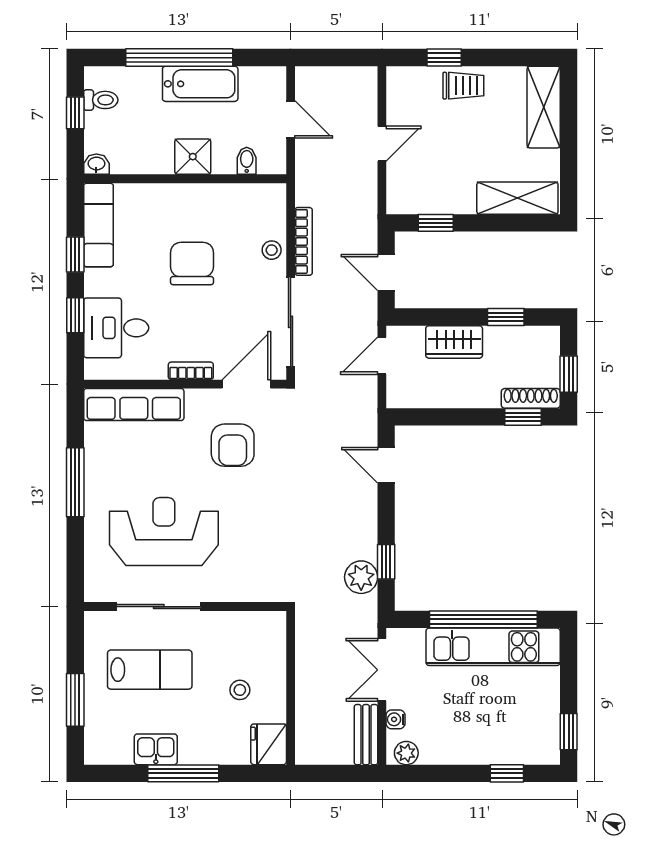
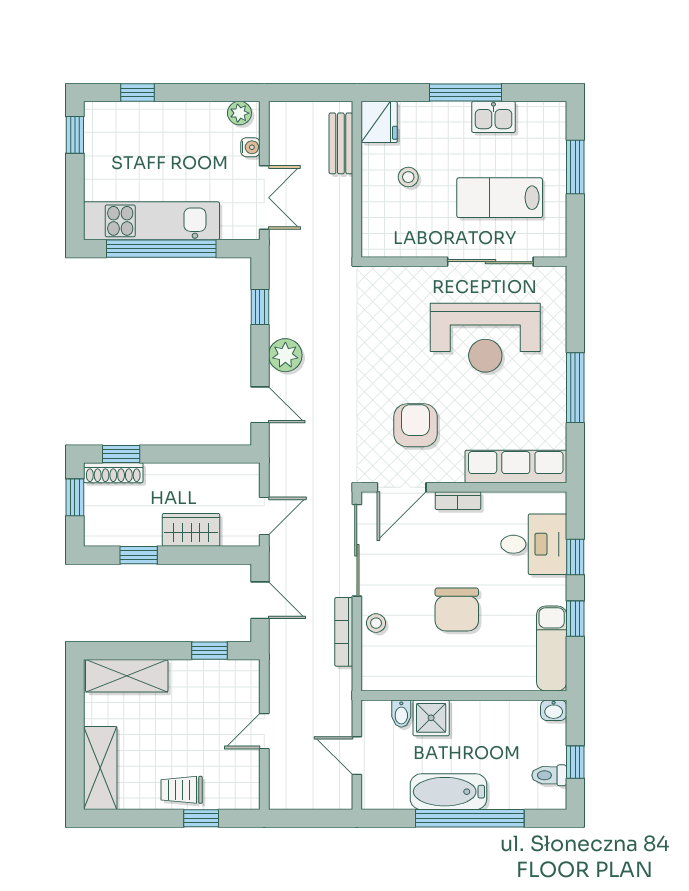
shower: (193, 157) -> (431, 718), moved
plant: (361, 577) -> (285, 355), moved
bench: (366, 735) -> (341, 143), moved

